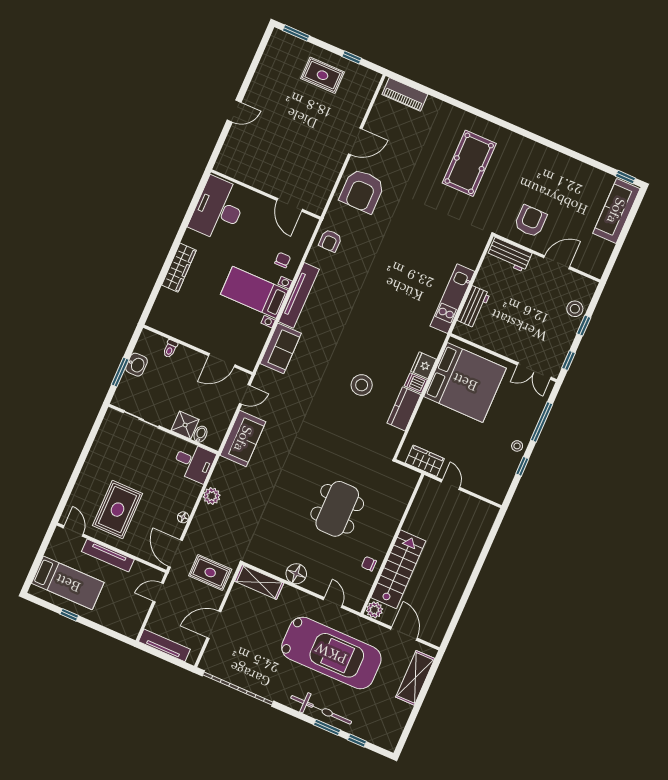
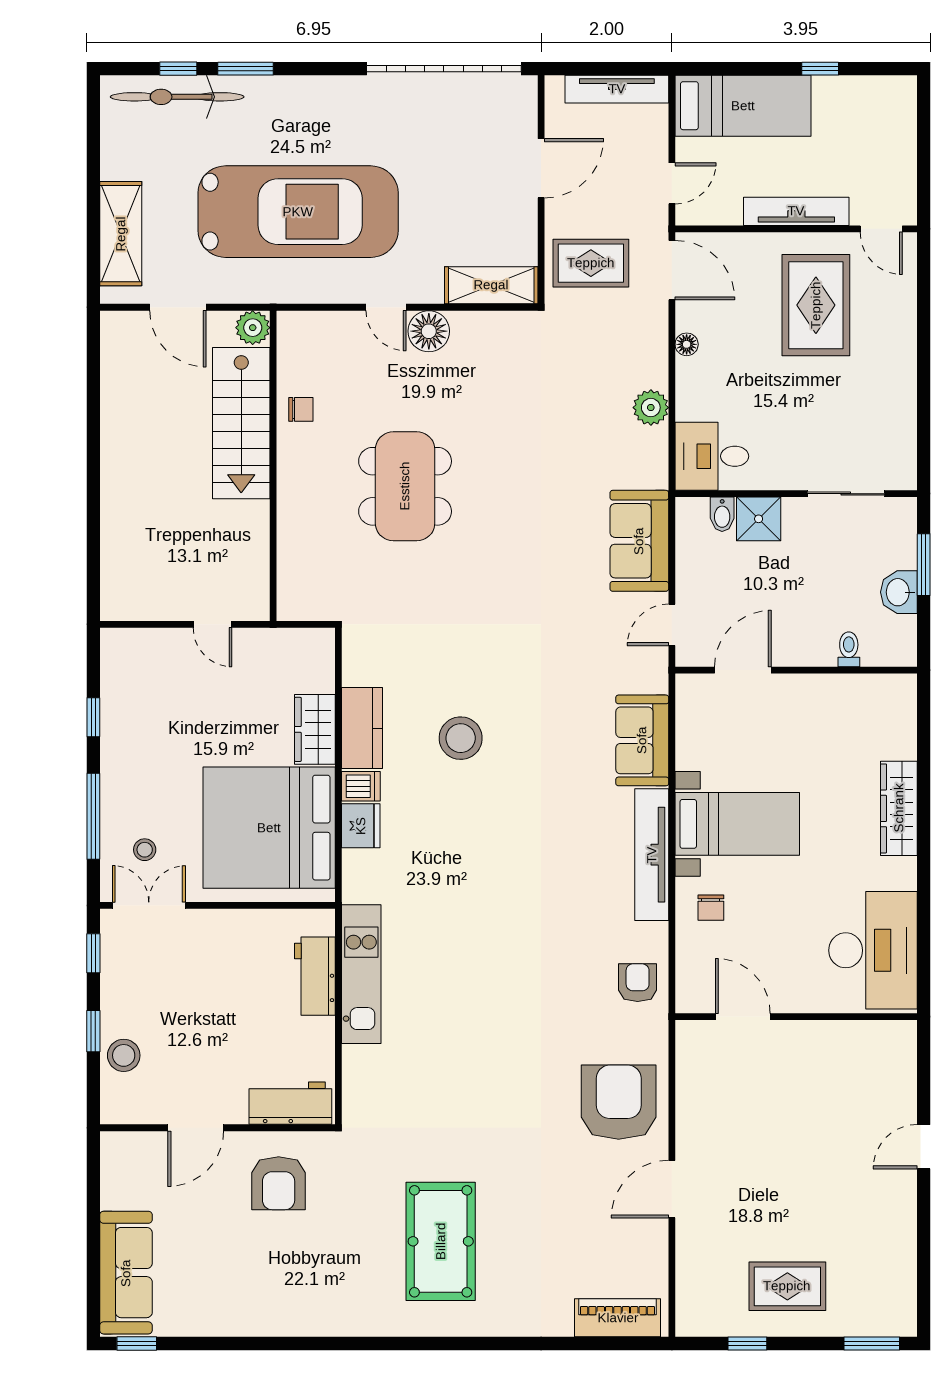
stool: (517, 446) -> (145, 850), moved
wardrobe: (425, 461) -> (315, 729), moved, turned 90
bed: (68, 583) -> (743, 106), moved, turned 180
door: (333, 603) -> (386, 307), moved
car: (331, 653) -> (298, 212), turned 180
bicycle: (321, 710) -> (177, 97), moved

